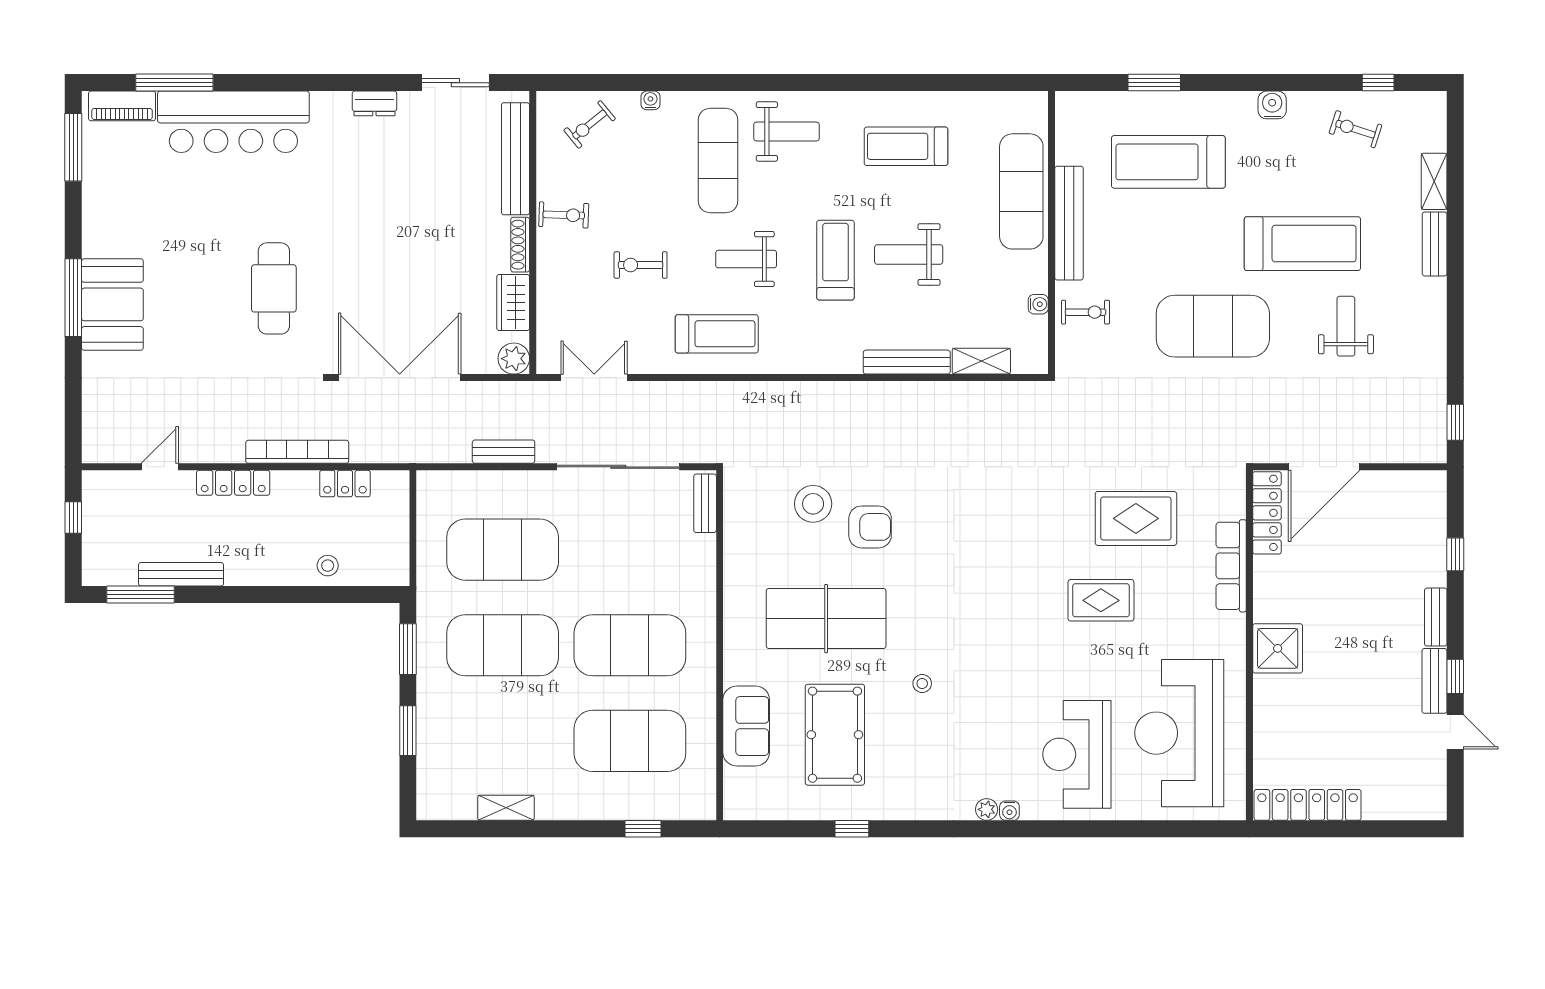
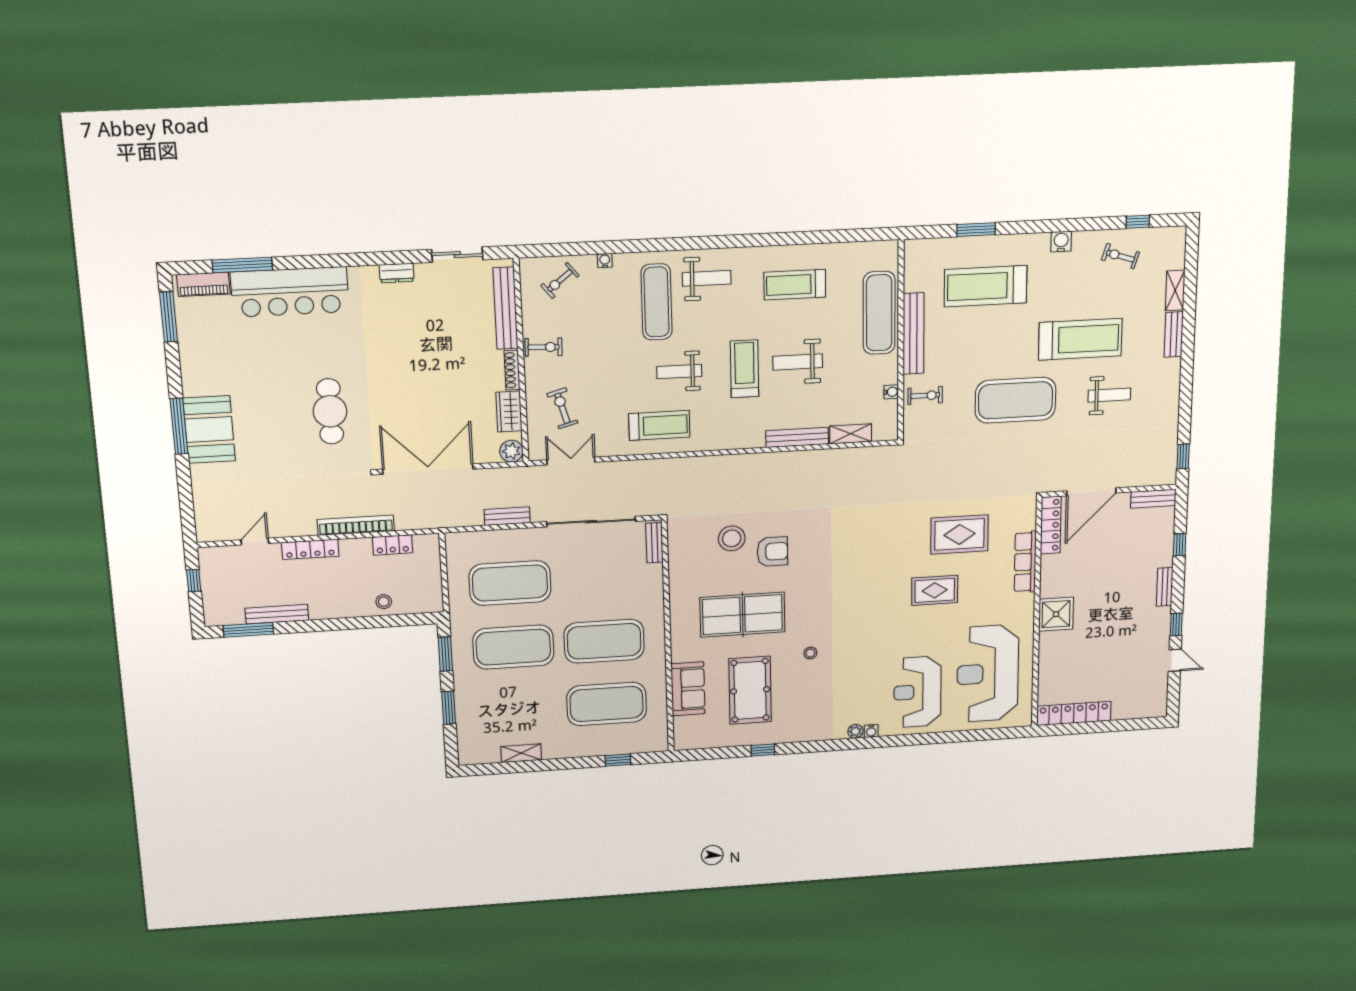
exercise bike: (641, 265) -> (562, 408), moved, turned 74
weight bench: (1346, 326) -> (1109, 395), turned 90
bench: (1434, 681) -> (1153, 499), moved, turned 90

